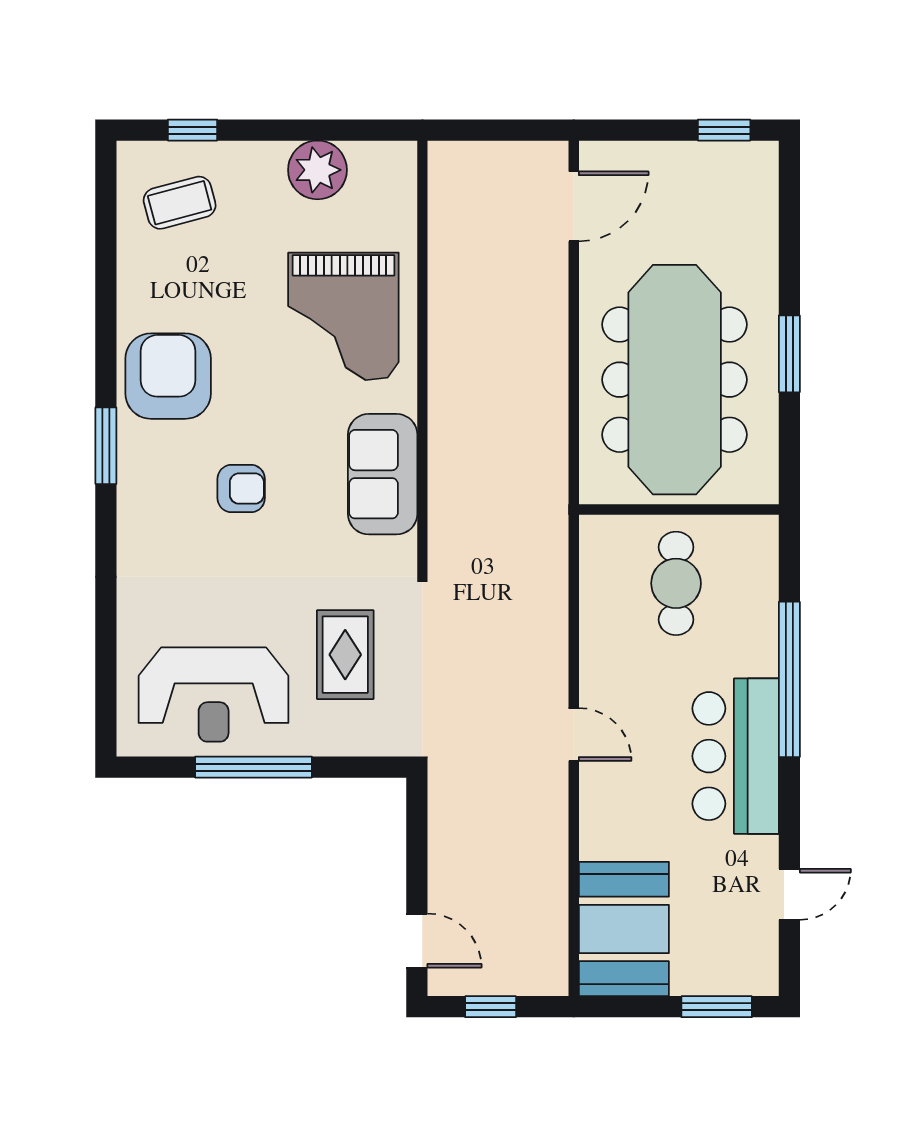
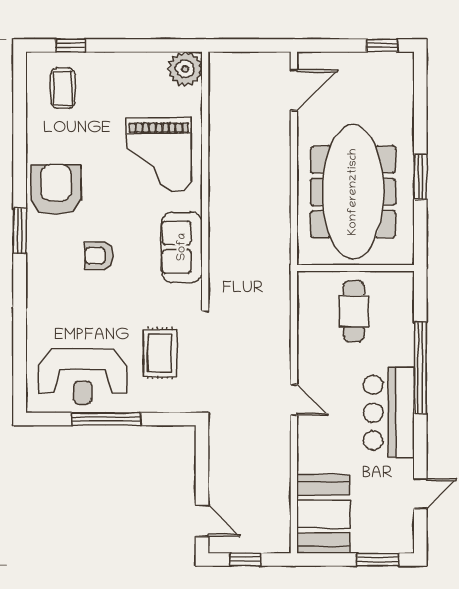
plant: (317, 170) -> (185, 69), moved
coffee table: (180, 203) -> (63, 88), turned -75
armchair: (241, 489) -> (99, 256), turned 180

